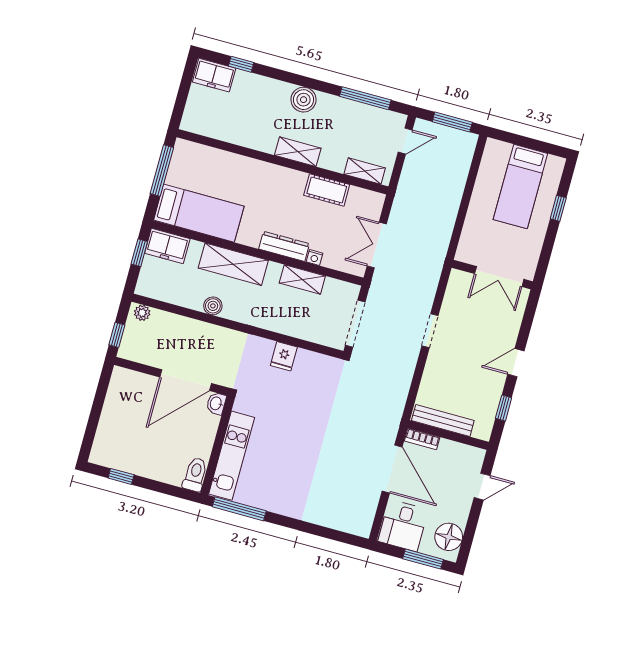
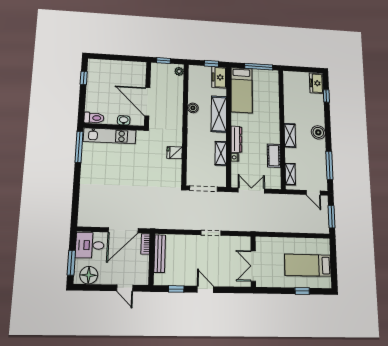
washbasin: (216, 403) -> (124, 120), moved

